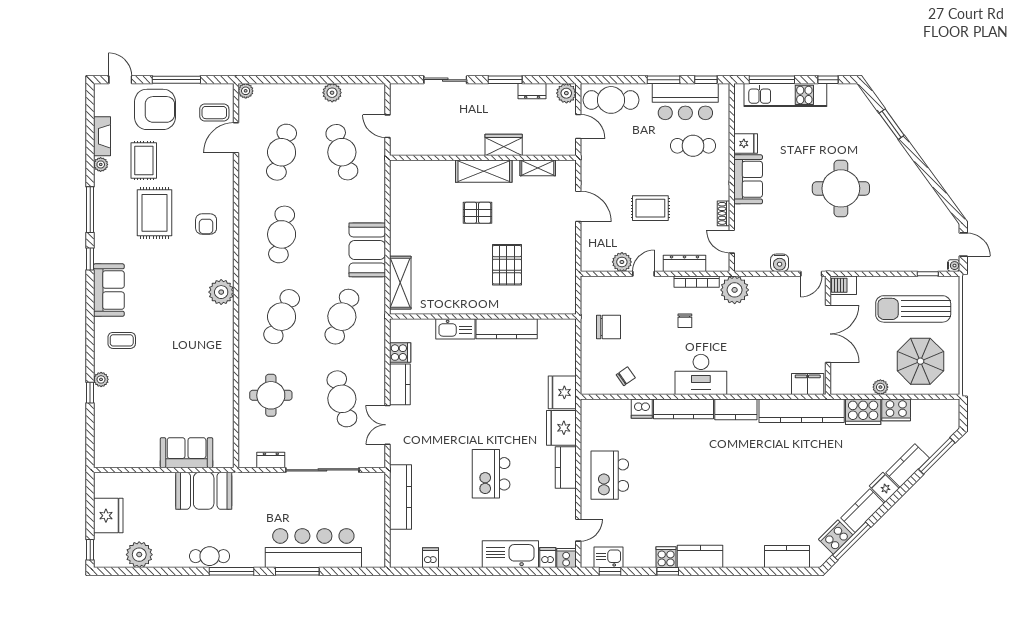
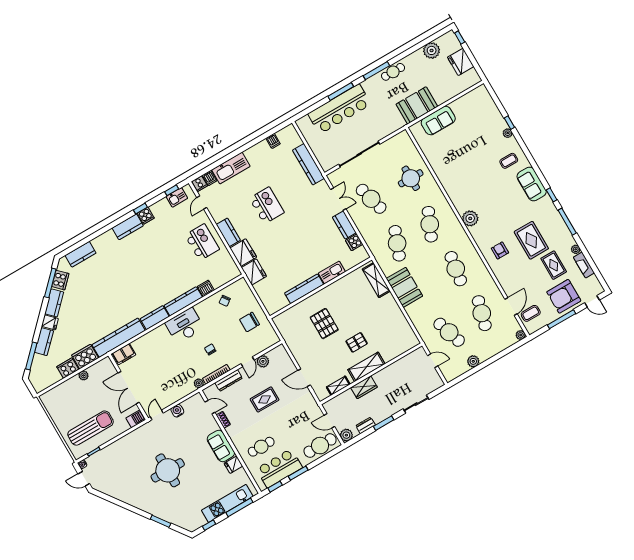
plant: (735, 290) -> (199, 383), width x0.53, depth x0.53
parasol: (920, 361) -> (70, 402), removed
dresser: (271, 460) -> (390, 143), removed

